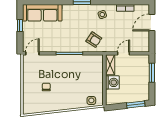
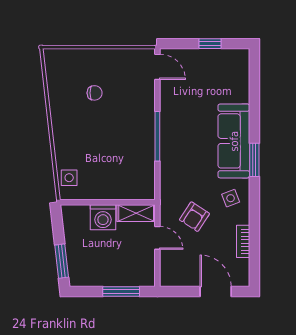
sofa: (42, 13) -> (234, 141), moved
armchair: (94, 40) -> (194, 217), moved

